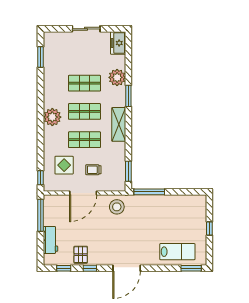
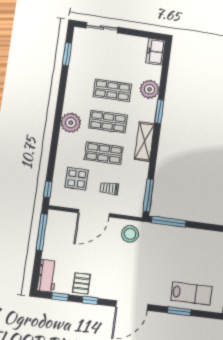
sliding door: (86, 29) -> (102, 28), moved
window: (128, 171) -> (148, 195), width x1.44
workbench: (50, 240) -> (47, 276), moved
window: (191, 268) -> (179, 311), moved

